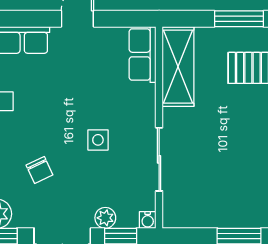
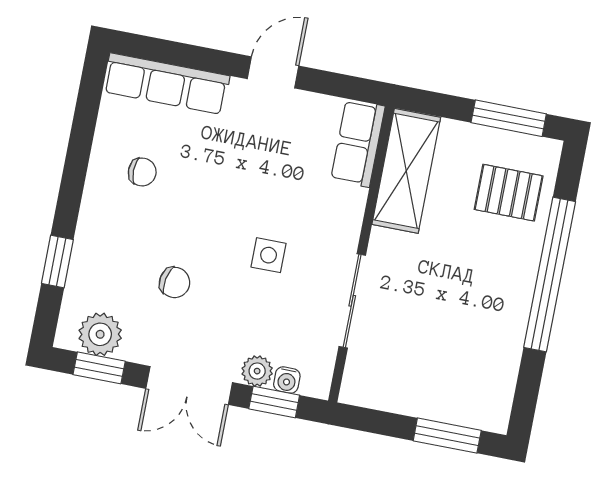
chair: (39, 170) -> (175, 282), turned -54
water cooler: (148, 220) -> (287, 380), moved

